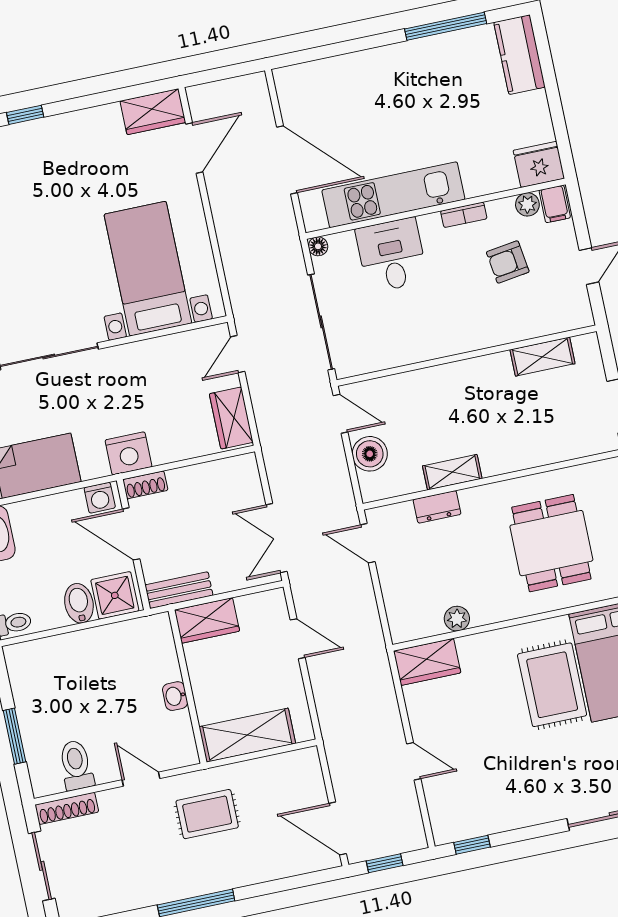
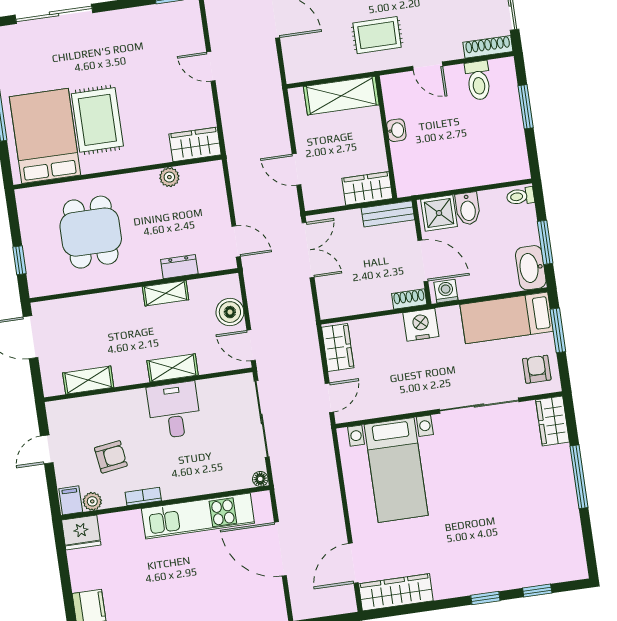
wardrobe: (153, 112) -> (396, 592), width x1.50
desk: (392, 255) -> (174, 410), moved, turned 180
shelving: (437, 379) -> (173, 368), added

